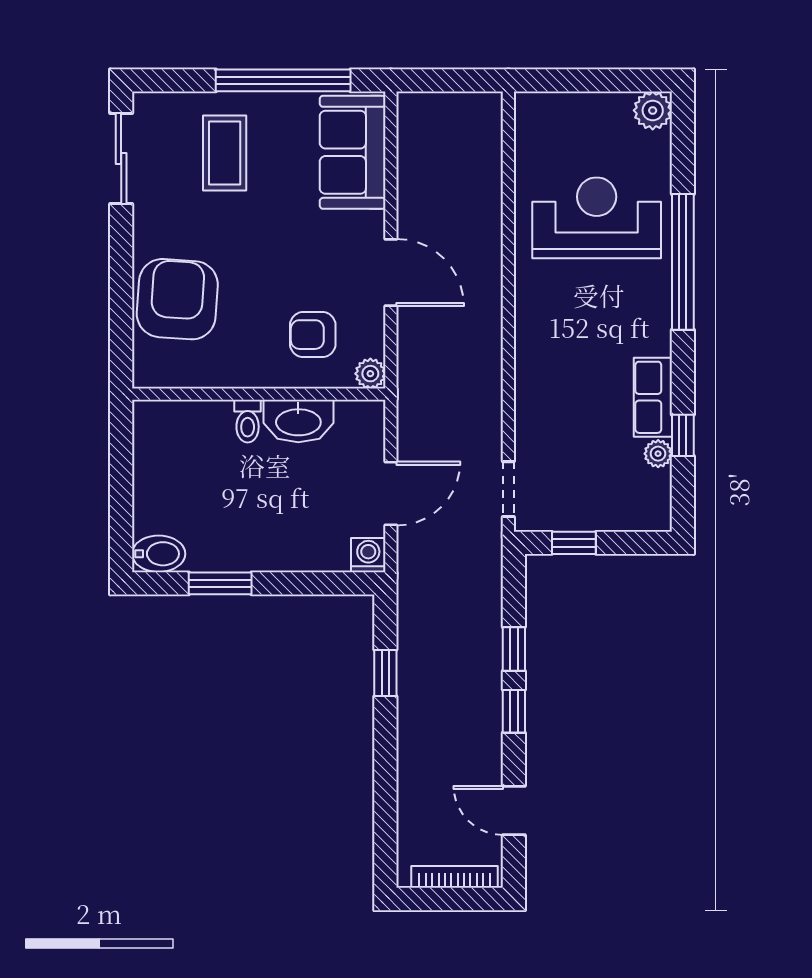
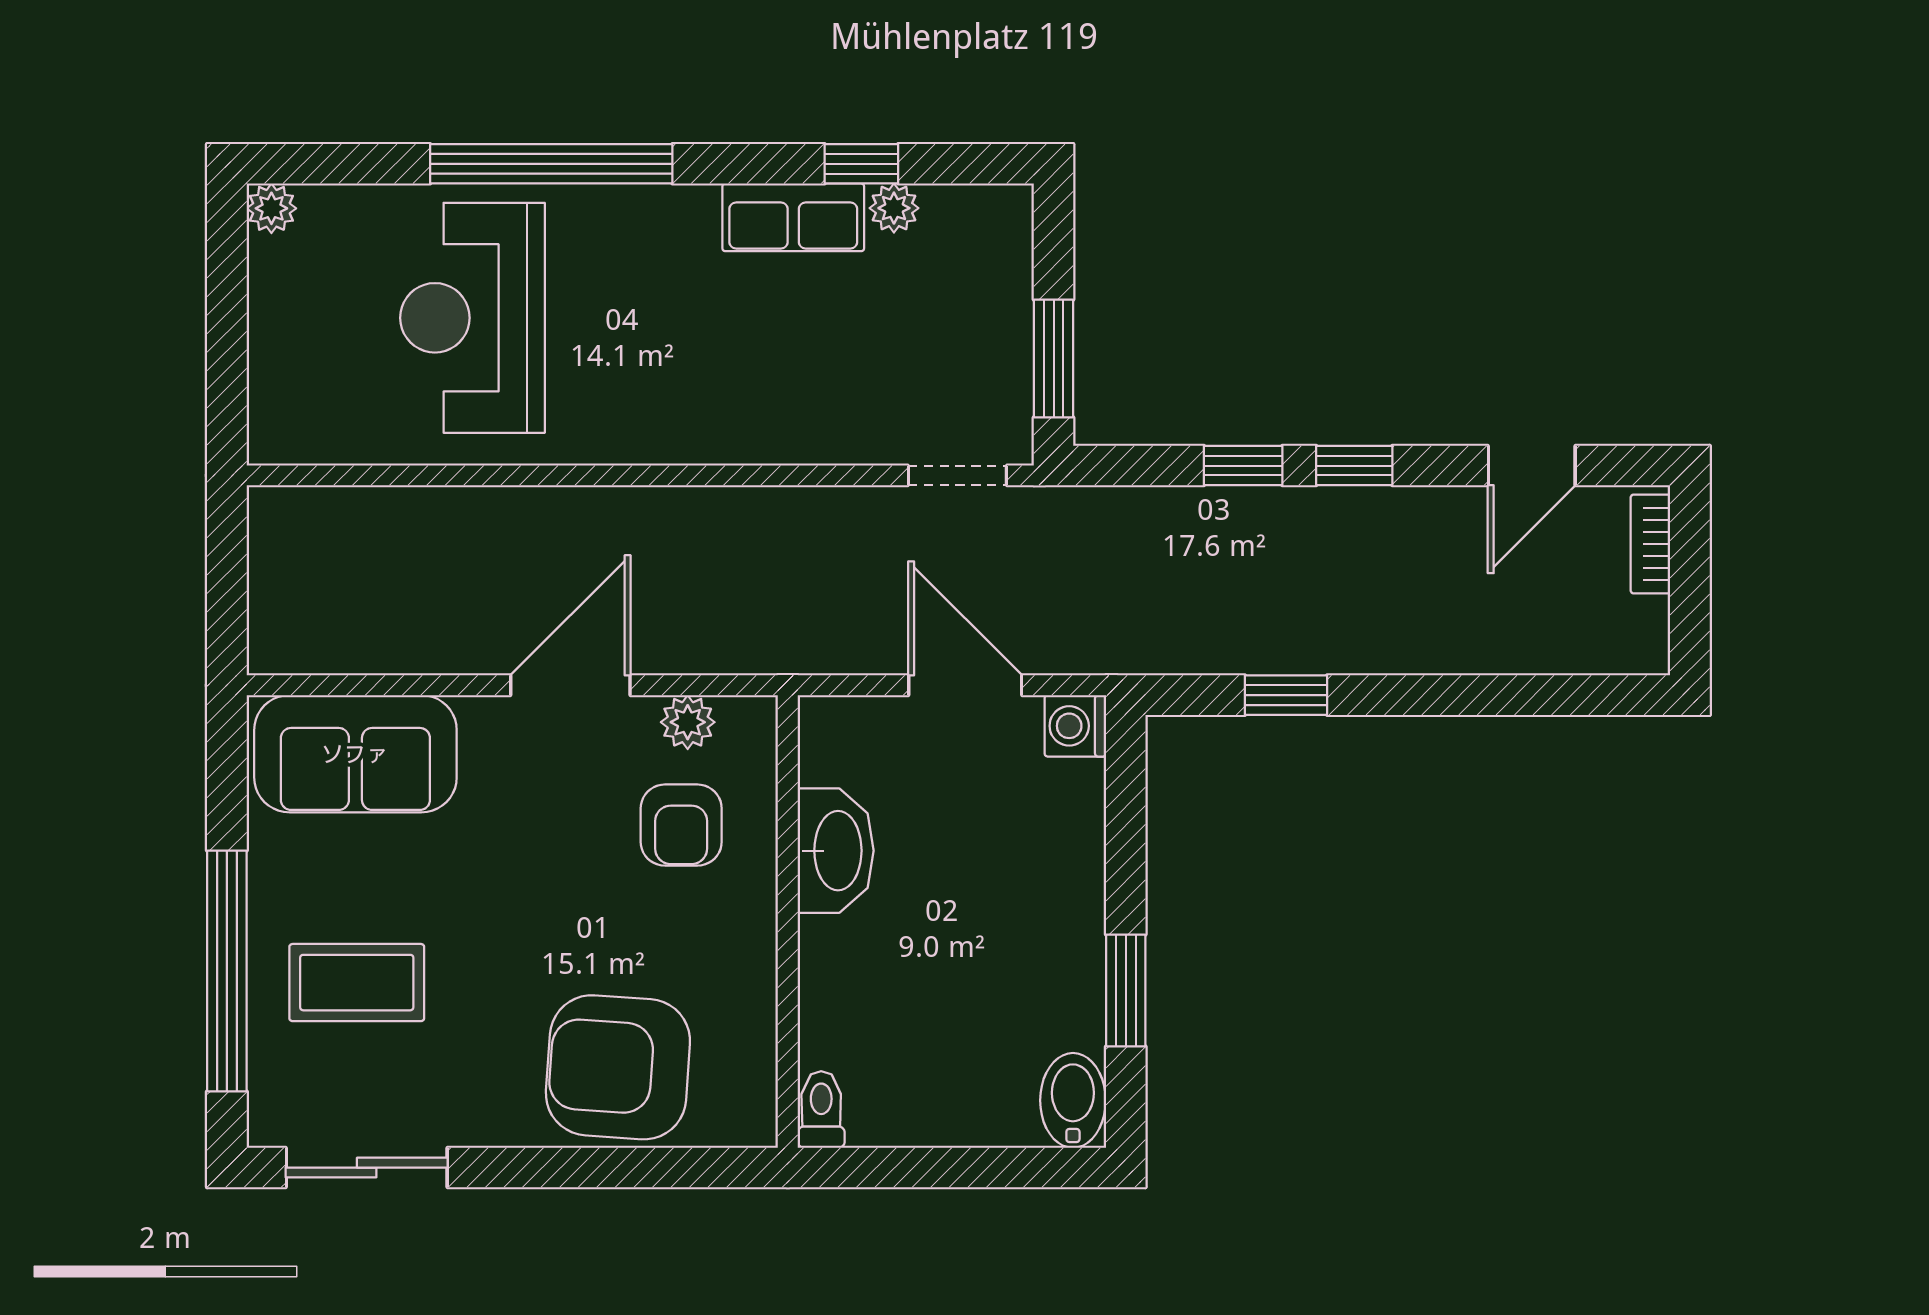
window: (283, 80) -> (227, 971), moved
plant: (653, 110) -> (271, 208), width x0.73, depth x0.73
plant: (370, 374) -> (688, 722), moved
toilet: (248, 421) -> (821, 1110), moved, turned -90
window: (574, 543) -> (1054, 358), width x1.50
bookcase: (454, 877) -> (1650, 544), width x0.64

